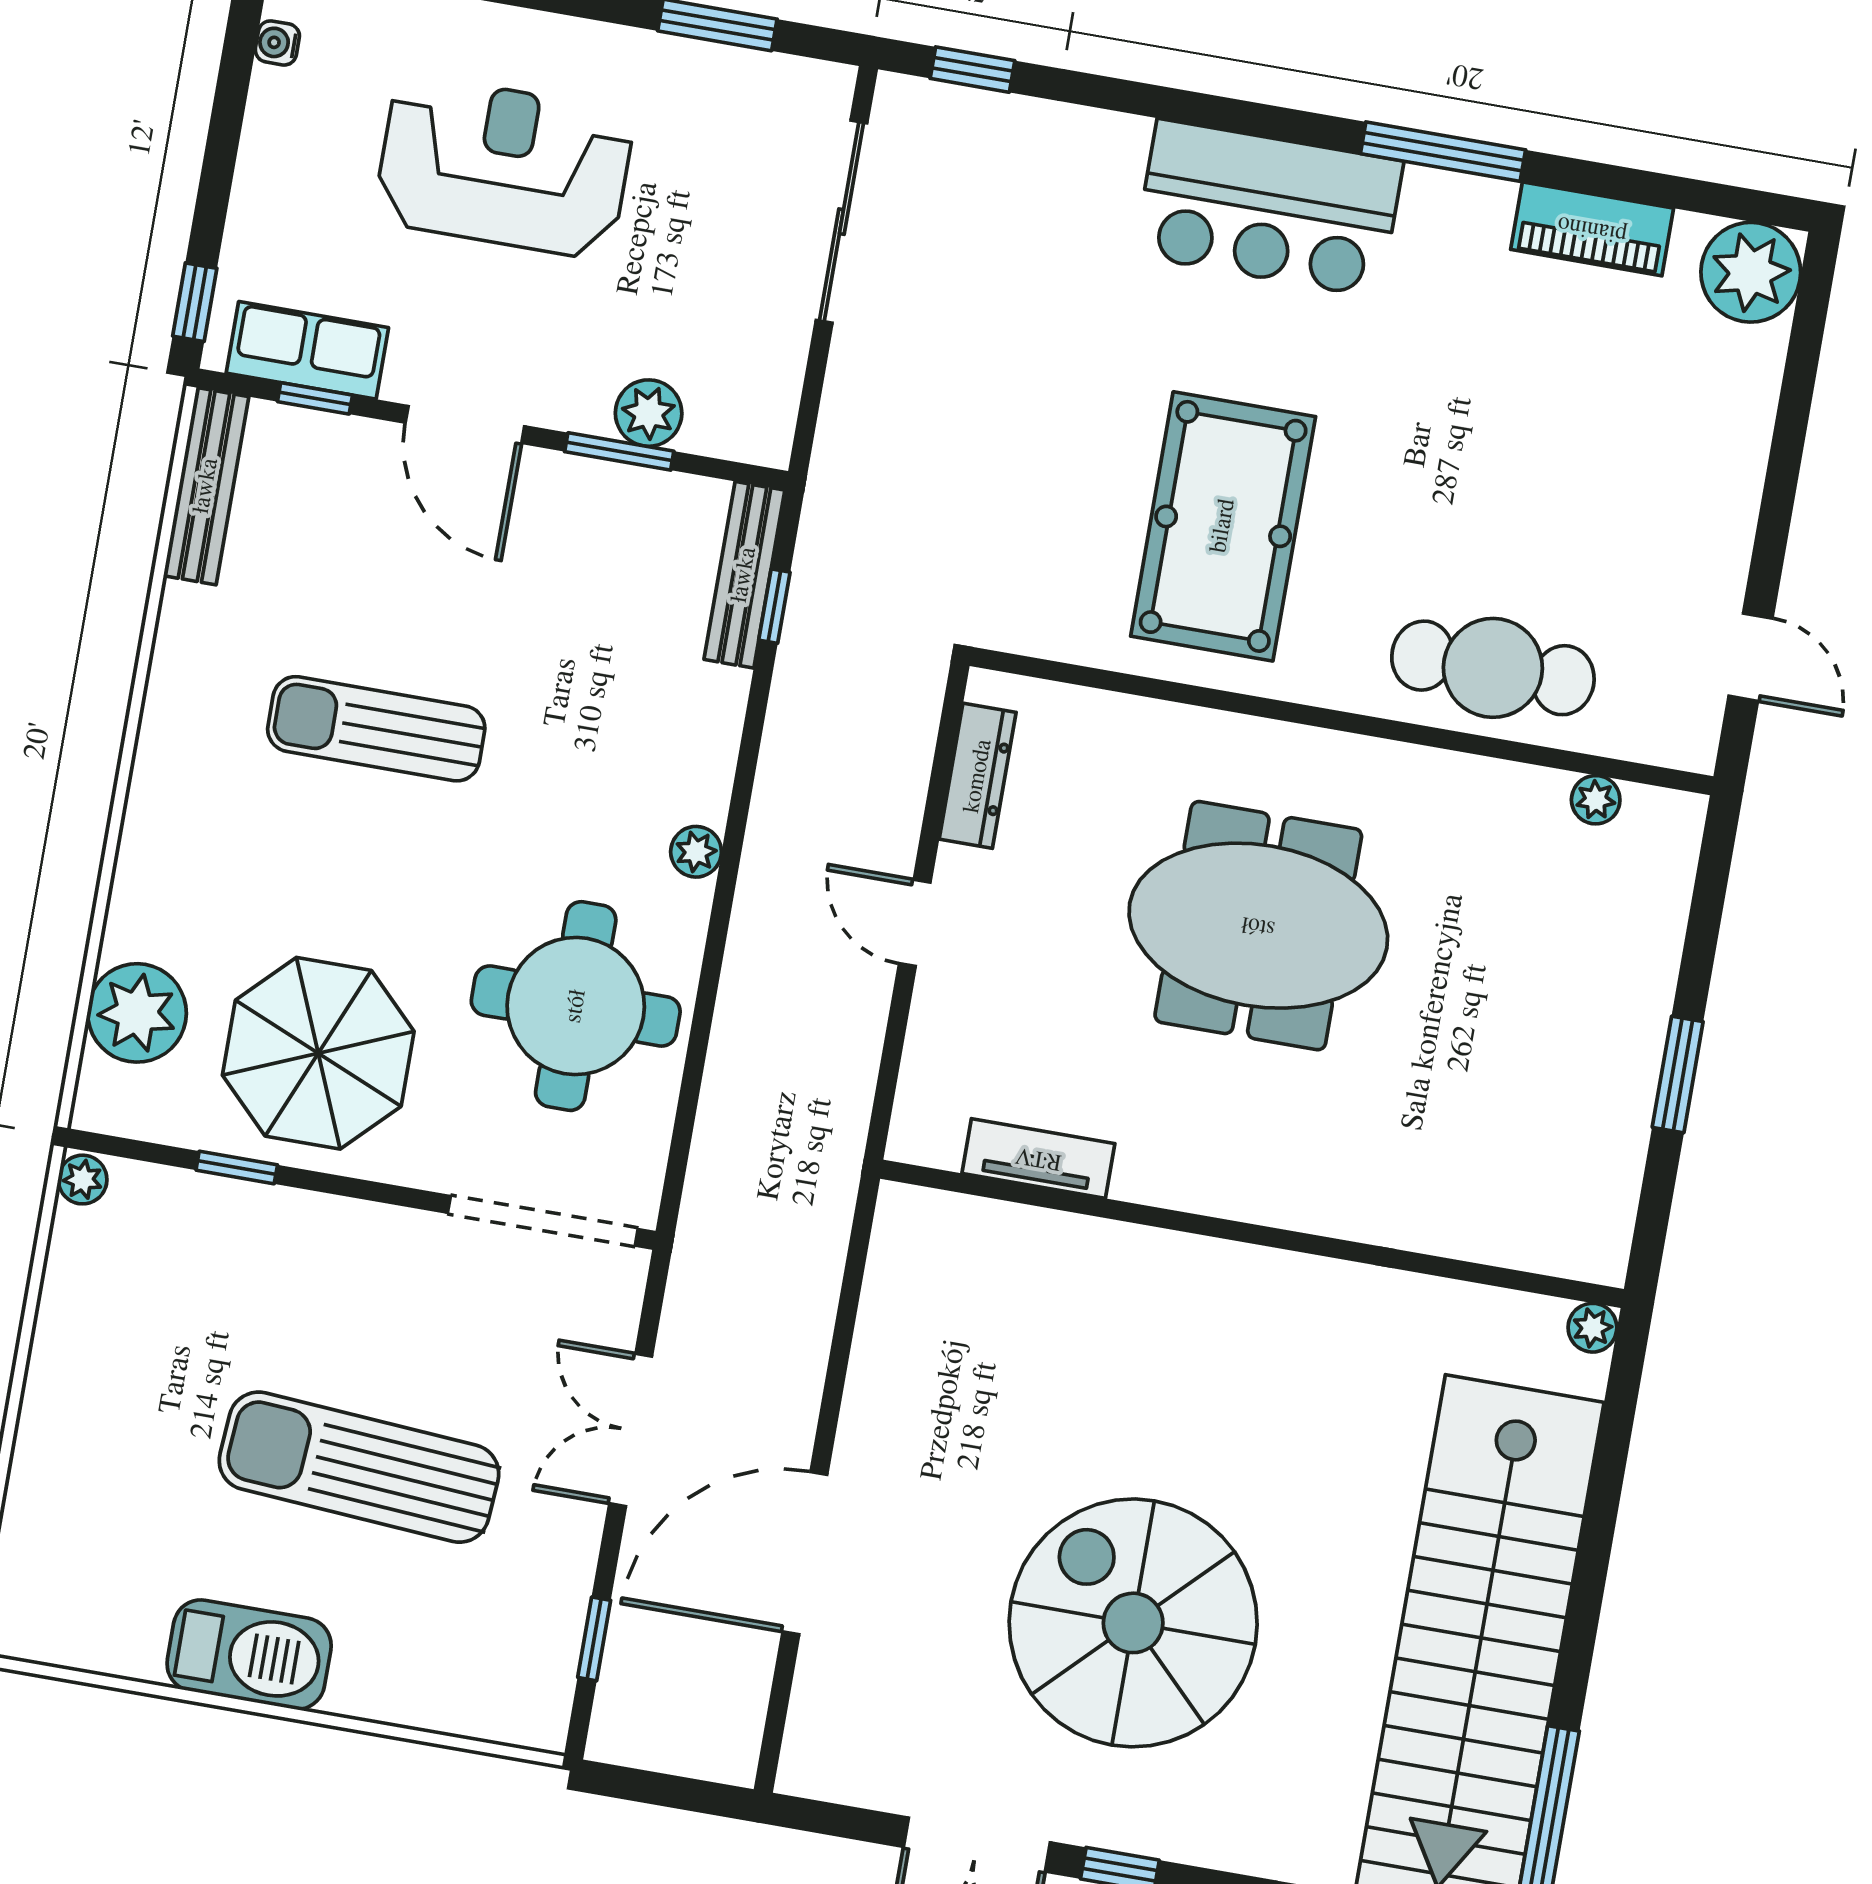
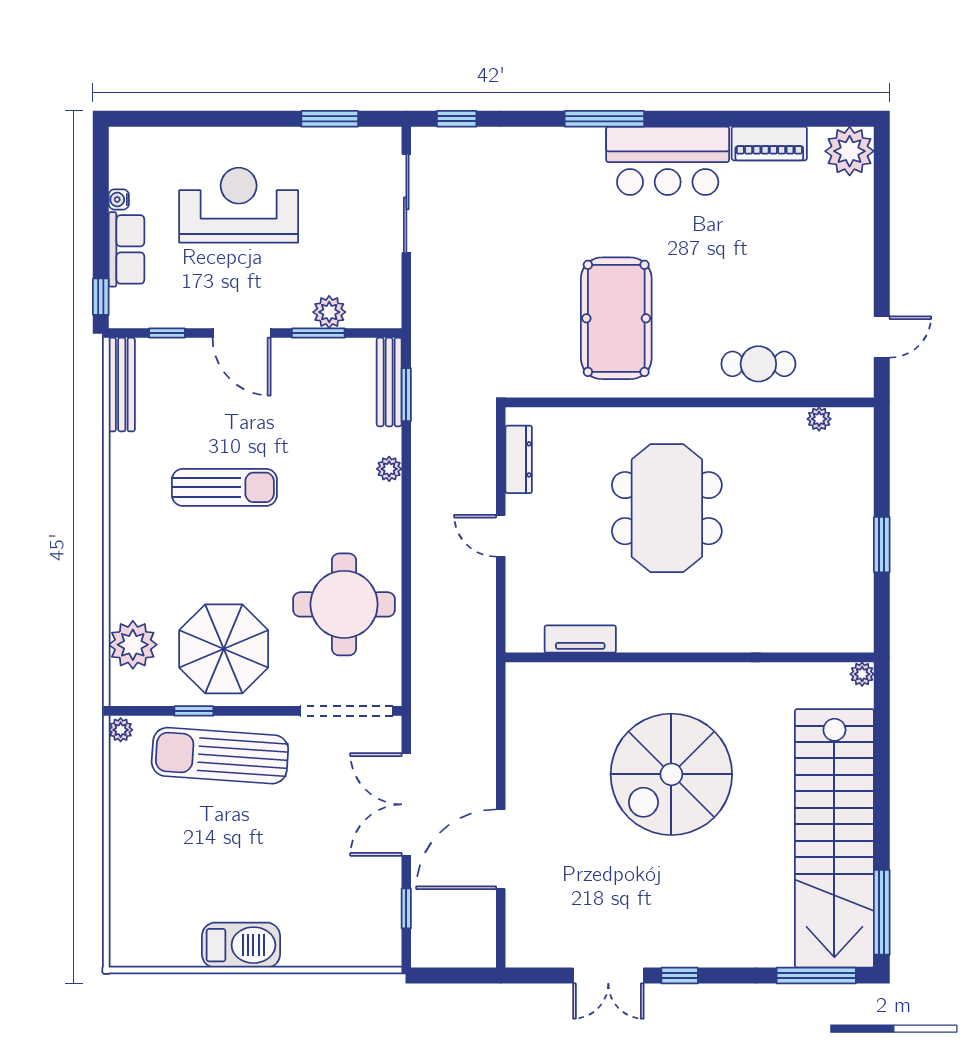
water cooler: (277, 43) -> (119, 199), moved
window: (1443, 152) -> (604, 119), moved
bar counter: (1269, 208) -> (668, 161), moved
row of seats: (307, 350) -> (126, 249), moved, turned 90
window: (774, 606) -> (406, 395), width x1.50
door: (1750, 657) -> (882, 337), hinge flipped
cafe table: (1493, 668) -> (758, 364), width x0.73, depth x0.74
sun lounger: (376, 729) -> (224, 487), turned 180
plant: (696, 852) -> (389, 469), moved
meeting table: (1258, 926) -> (667, 508), turned 90
double door: (631, 1430) -> (406, 804), width x1.37
sun lounger: (359, 1467) -> (220, 756), moved
spiral stairs: (1133, 1623) -> (671, 774), moved, turned -90

